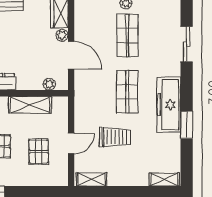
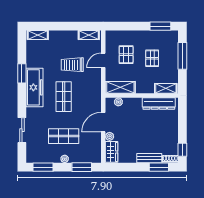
shop shelf: (127, 36) -> (64, 136), turned 90
door: (71, 55) -> (103, 122), hinge flipped
shelving: (30, 105) -> (120, 87), moved

